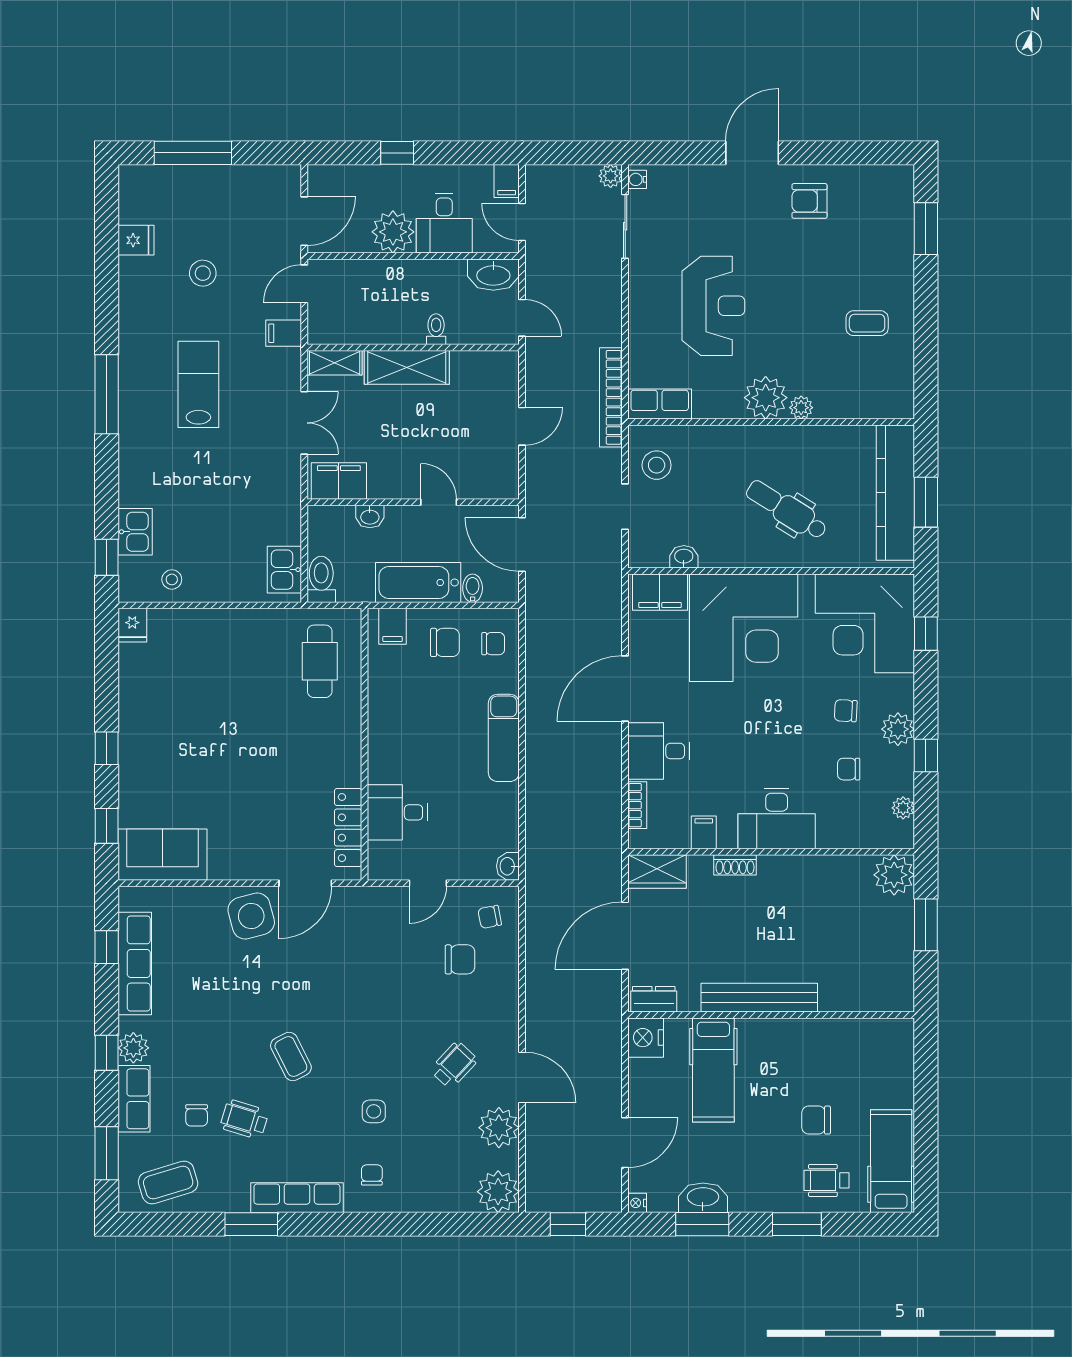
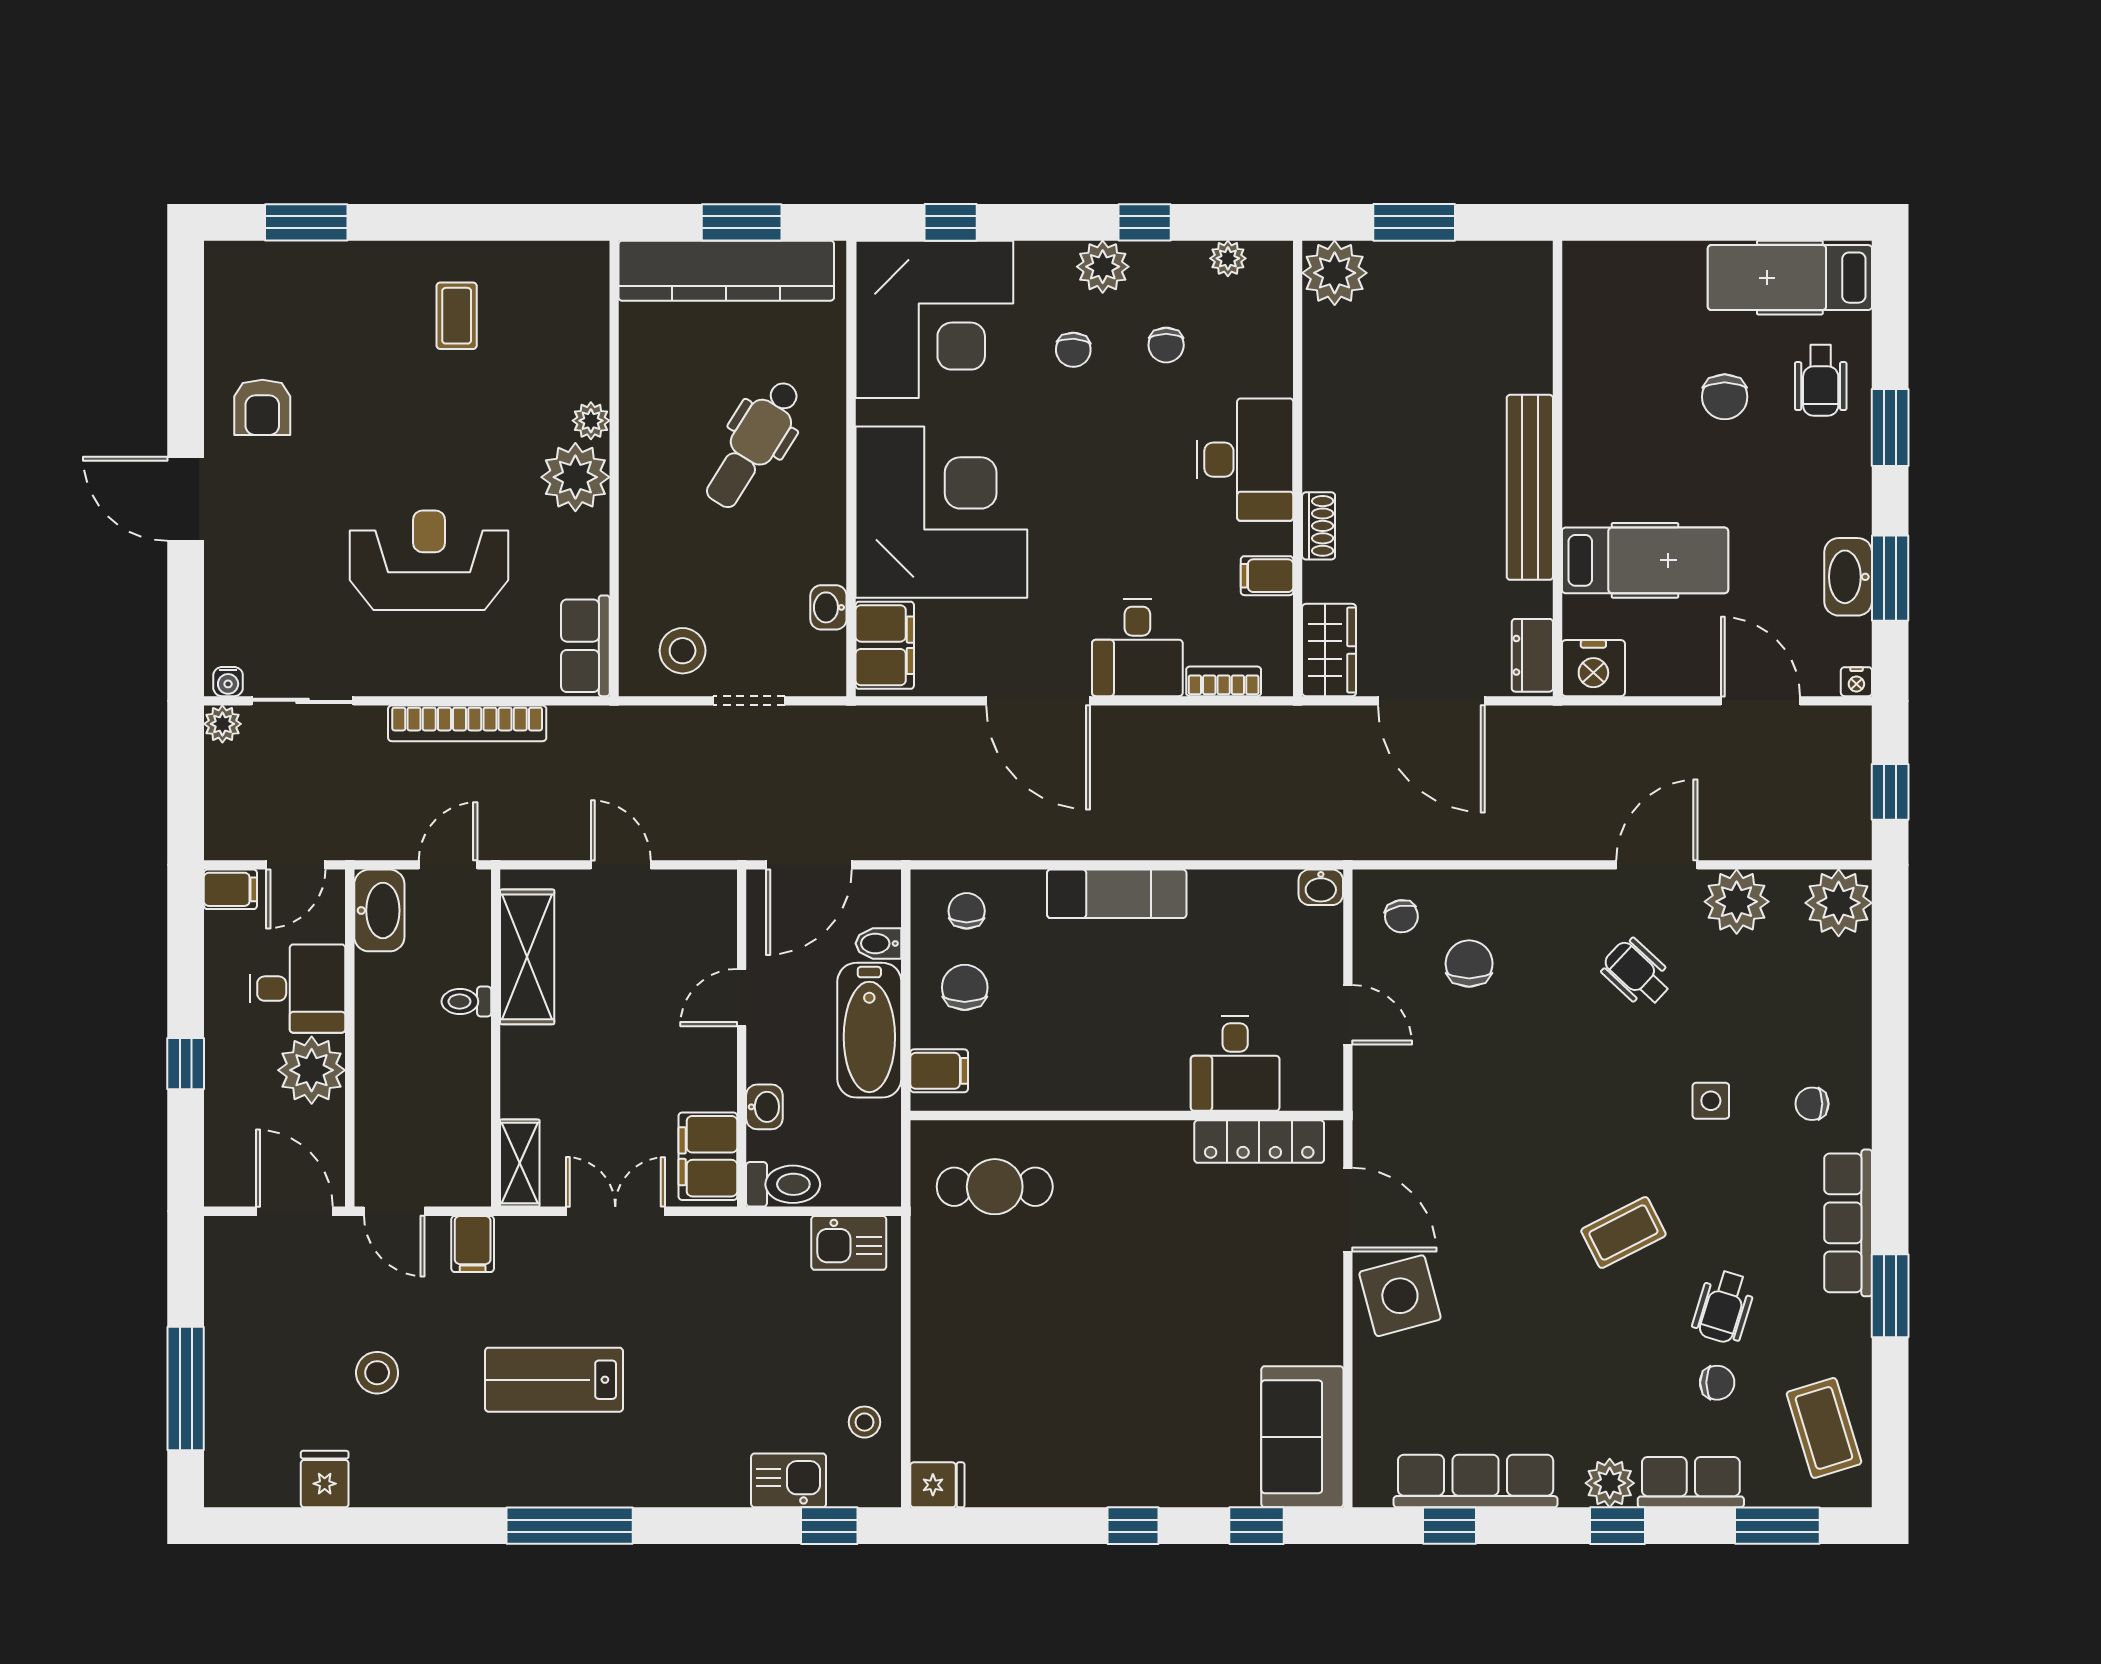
shelving: (407, 367) -> (527, 957), moved
bookcase: (611, 397) -> (467, 723), moved
toilet: (321, 579) -> (783, 1184), moved, turned 180

